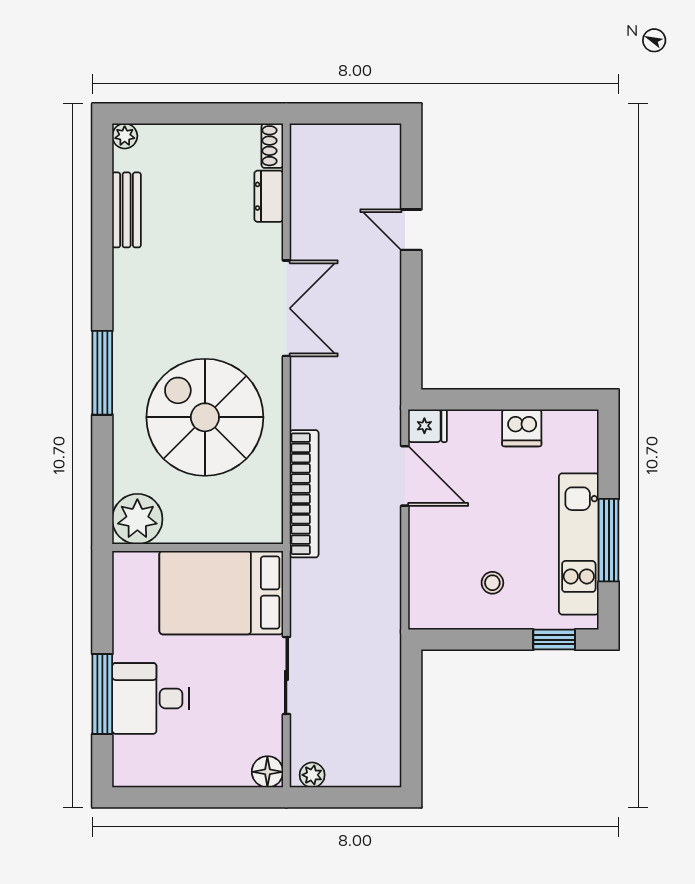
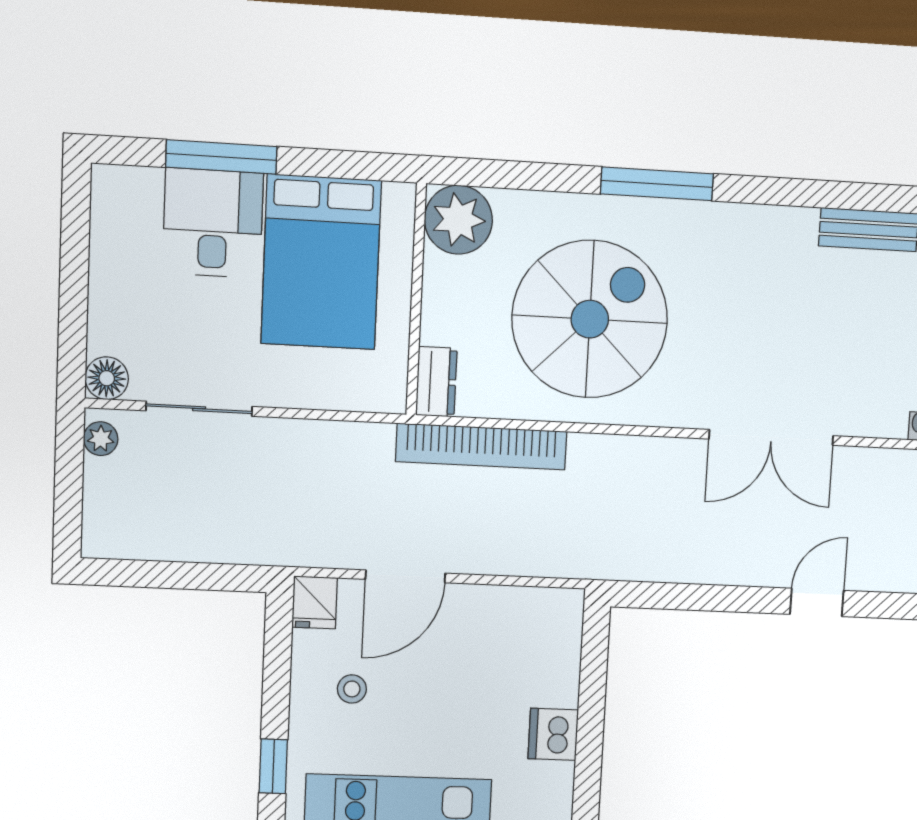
dresser: (269, 196) -> (436, 382), moved, turned 90
double door: (286, 308) -> (771, 437), moved
fridge: (427, 426) -> (315, 602), moved
door: (405, 476) -> (405, 576), moved
bed: (221, 593) -> (321, 262), moved, turned 180
sliding door: (286, 676) -> (199, 409), moved

